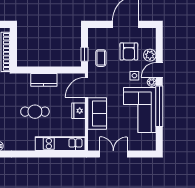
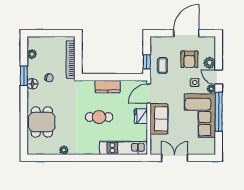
door: (159, 70) -> (219, 77), hinge flipped

